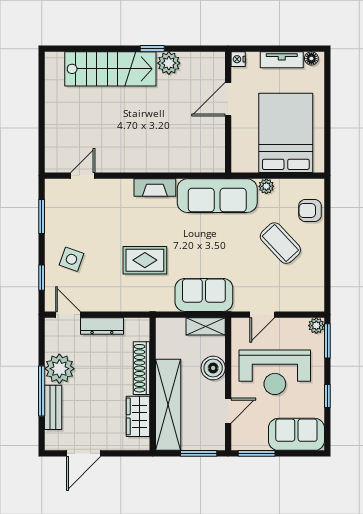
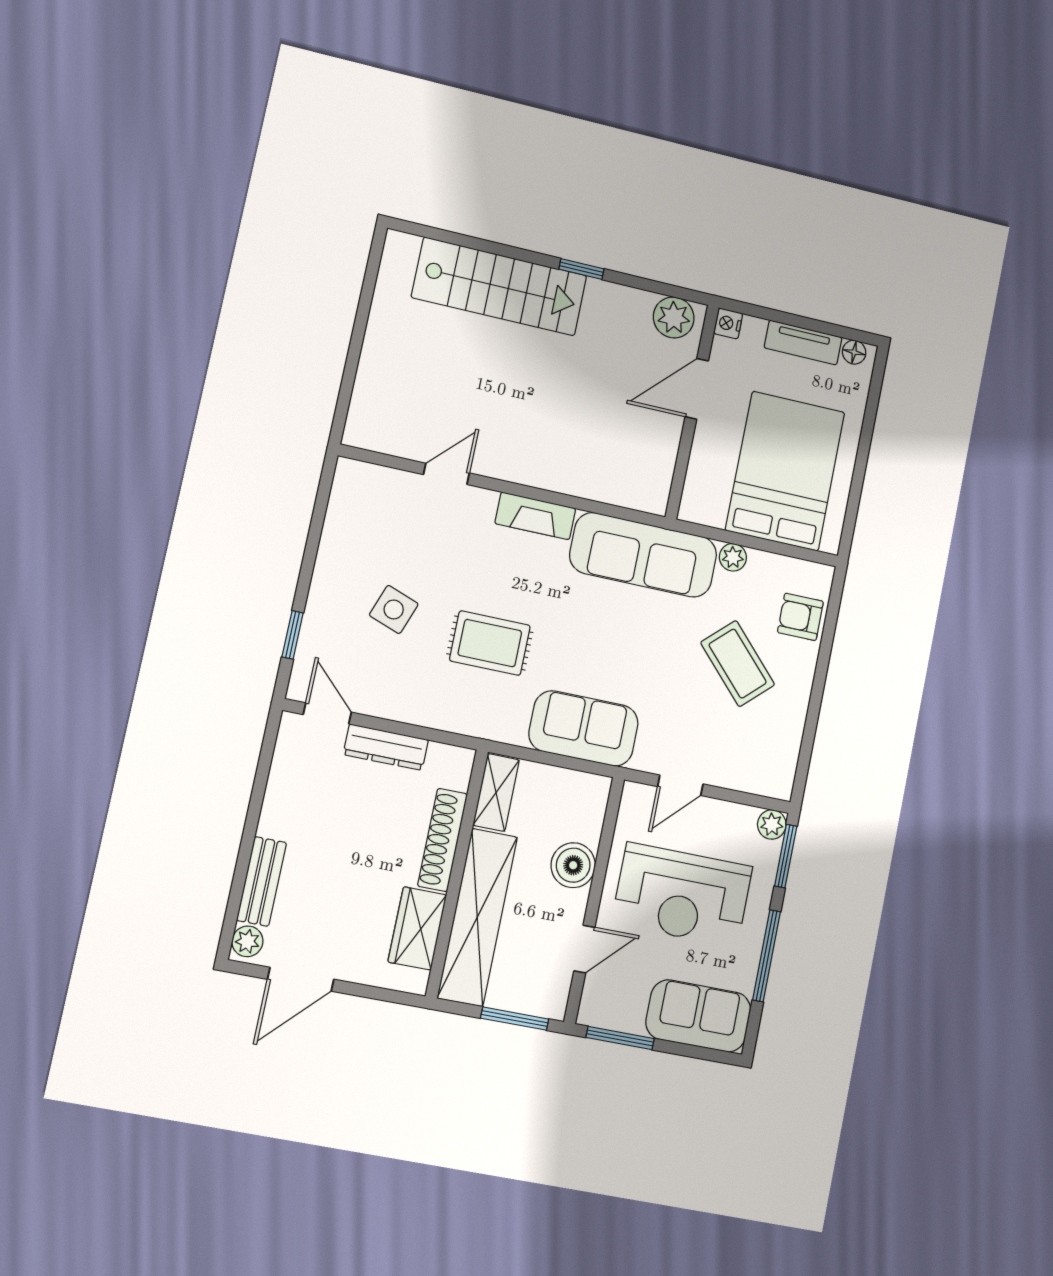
plant: (169, 63) -> (674, 317), moved
door: (83, 176) -> (446, 474), moved
window: (42, 216) -> (317, 523), removed
side table: (71, 259) -> (394, 609), moved
shelving: (206, 326) -> (496, 792), moved, turned 90
plant: (59, 369) -> (247, 941), moved, width x0.53, depth x0.53
window: (42, 391) -> (246, 846), removed
window: (327, 396) -> (767, 956), width x2.17

